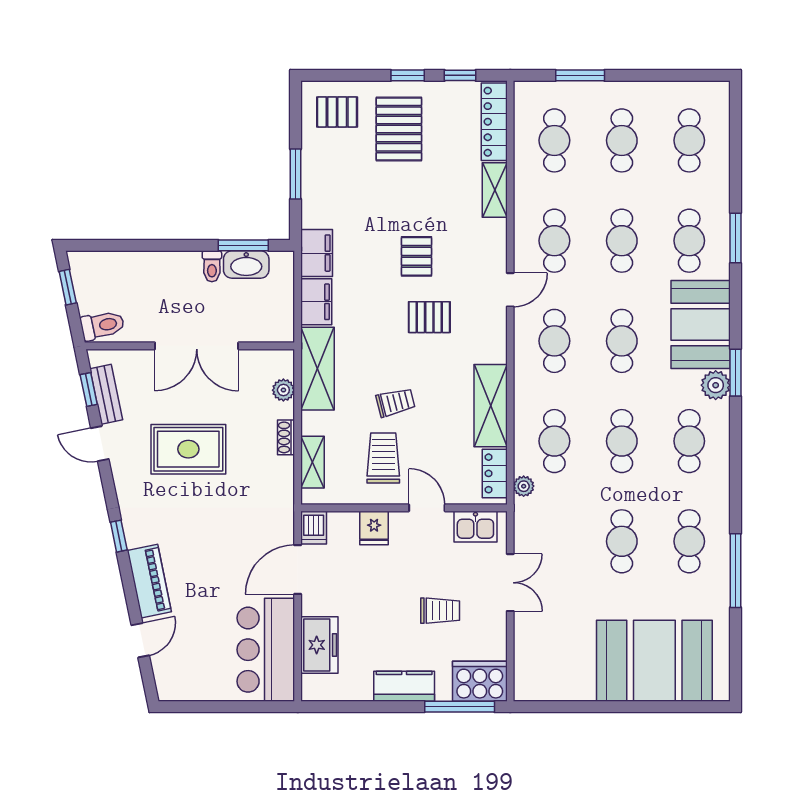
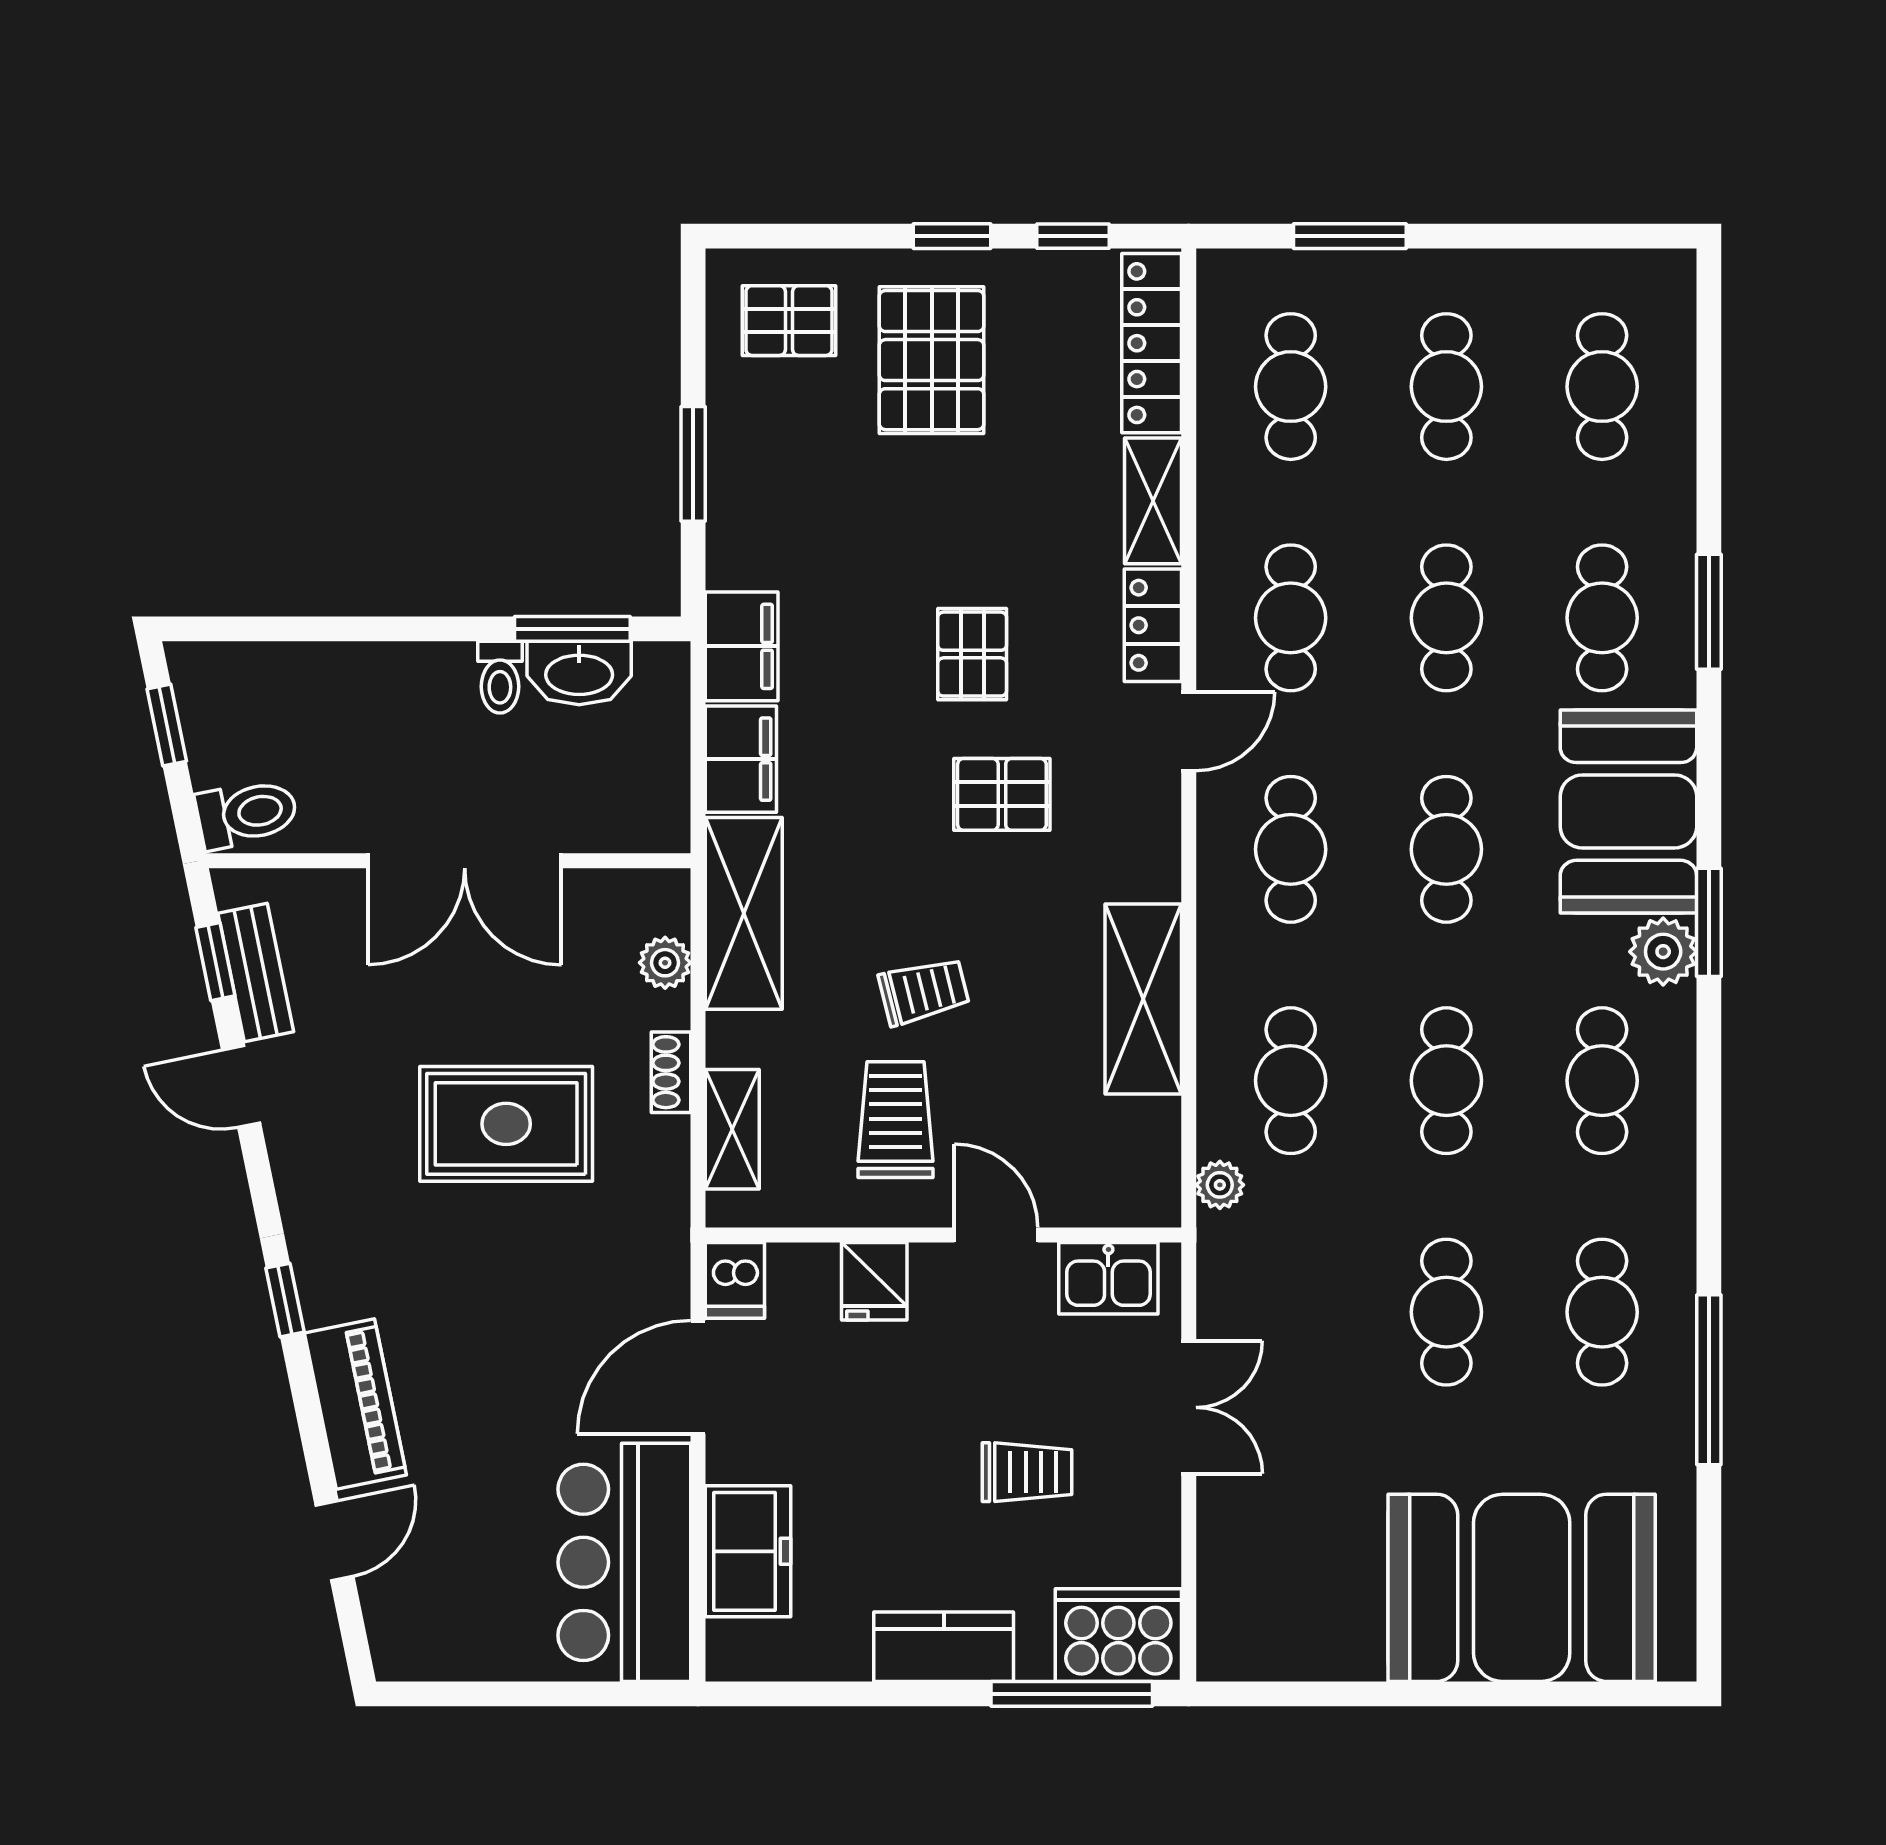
rug: (188, 449) -> (506, 1124), moved
locker: (495, 473) -> (1153, 625), moved

